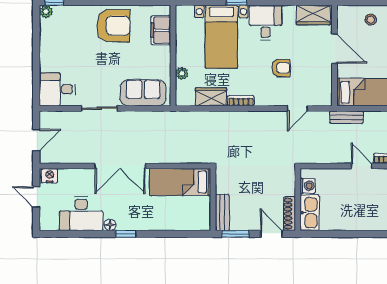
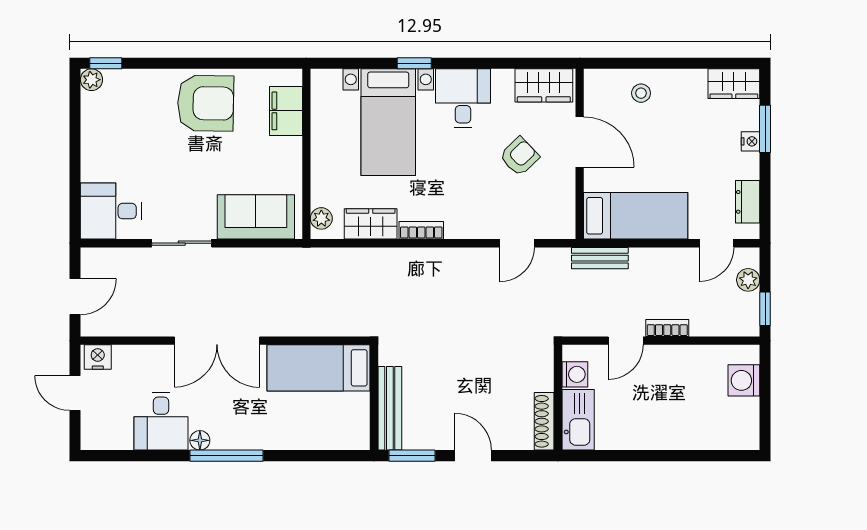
armchair: (281, 68) -> (519, 156), moved, turned -44
plant: (182, 73) -> (321, 218), moved
door: (362, 166) -> (626, 341), swing flipped
washing machine: (308, 186) -> (575, 374), moved
wall: (298, 200) -> (558, 397), moved
bench: (222, 213) -> (390, 408), width x1.36
kitchen sink: (310, 213) -> (578, 420), moved
desk: (81, 214) -> (161, 421), width x0.73
shoe rack: (289, 214) -> (544, 421), moved
window: (126, 234) -> (227, 456), width x2.17

